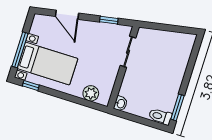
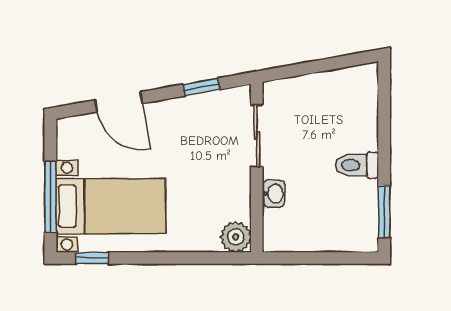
plant: (91, 93) -> (236, 237), moved
washbasin: (121, 104) -> (274, 194), moved
toilet: (160, 116) -> (357, 165), moved

